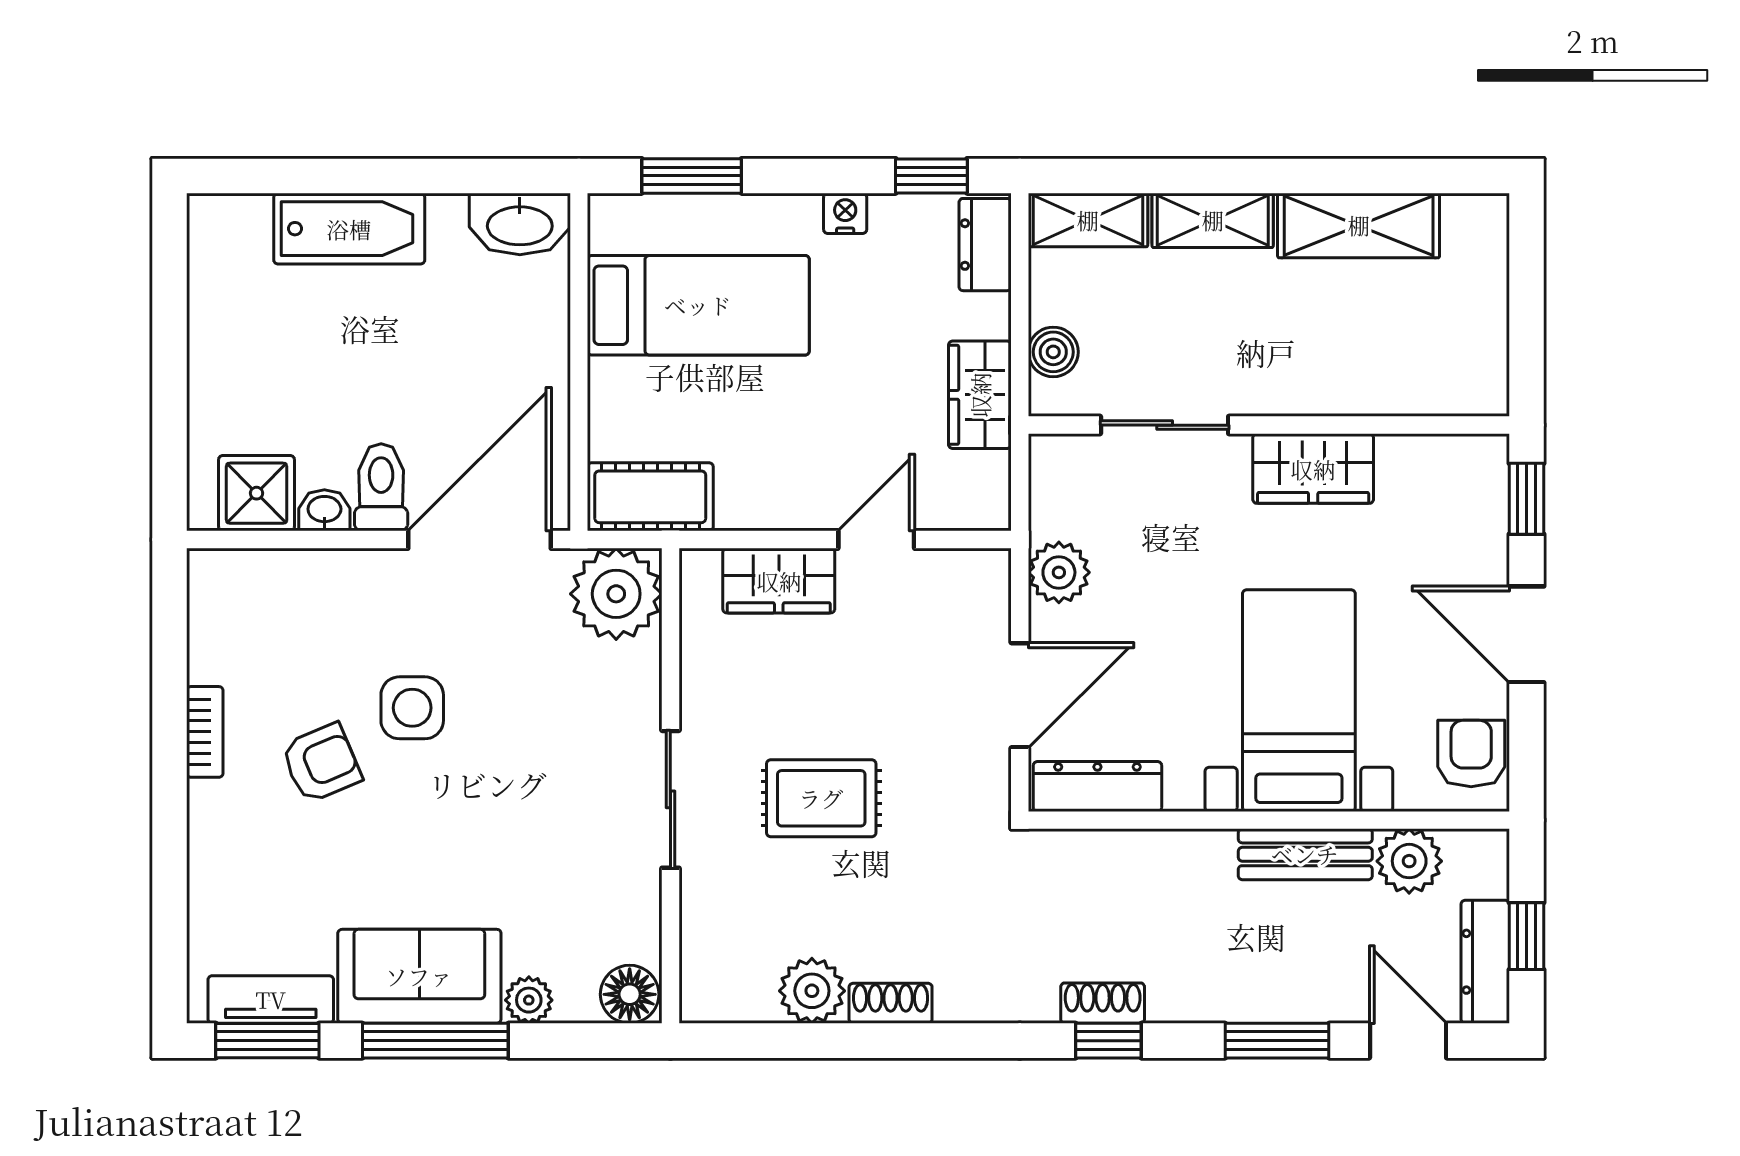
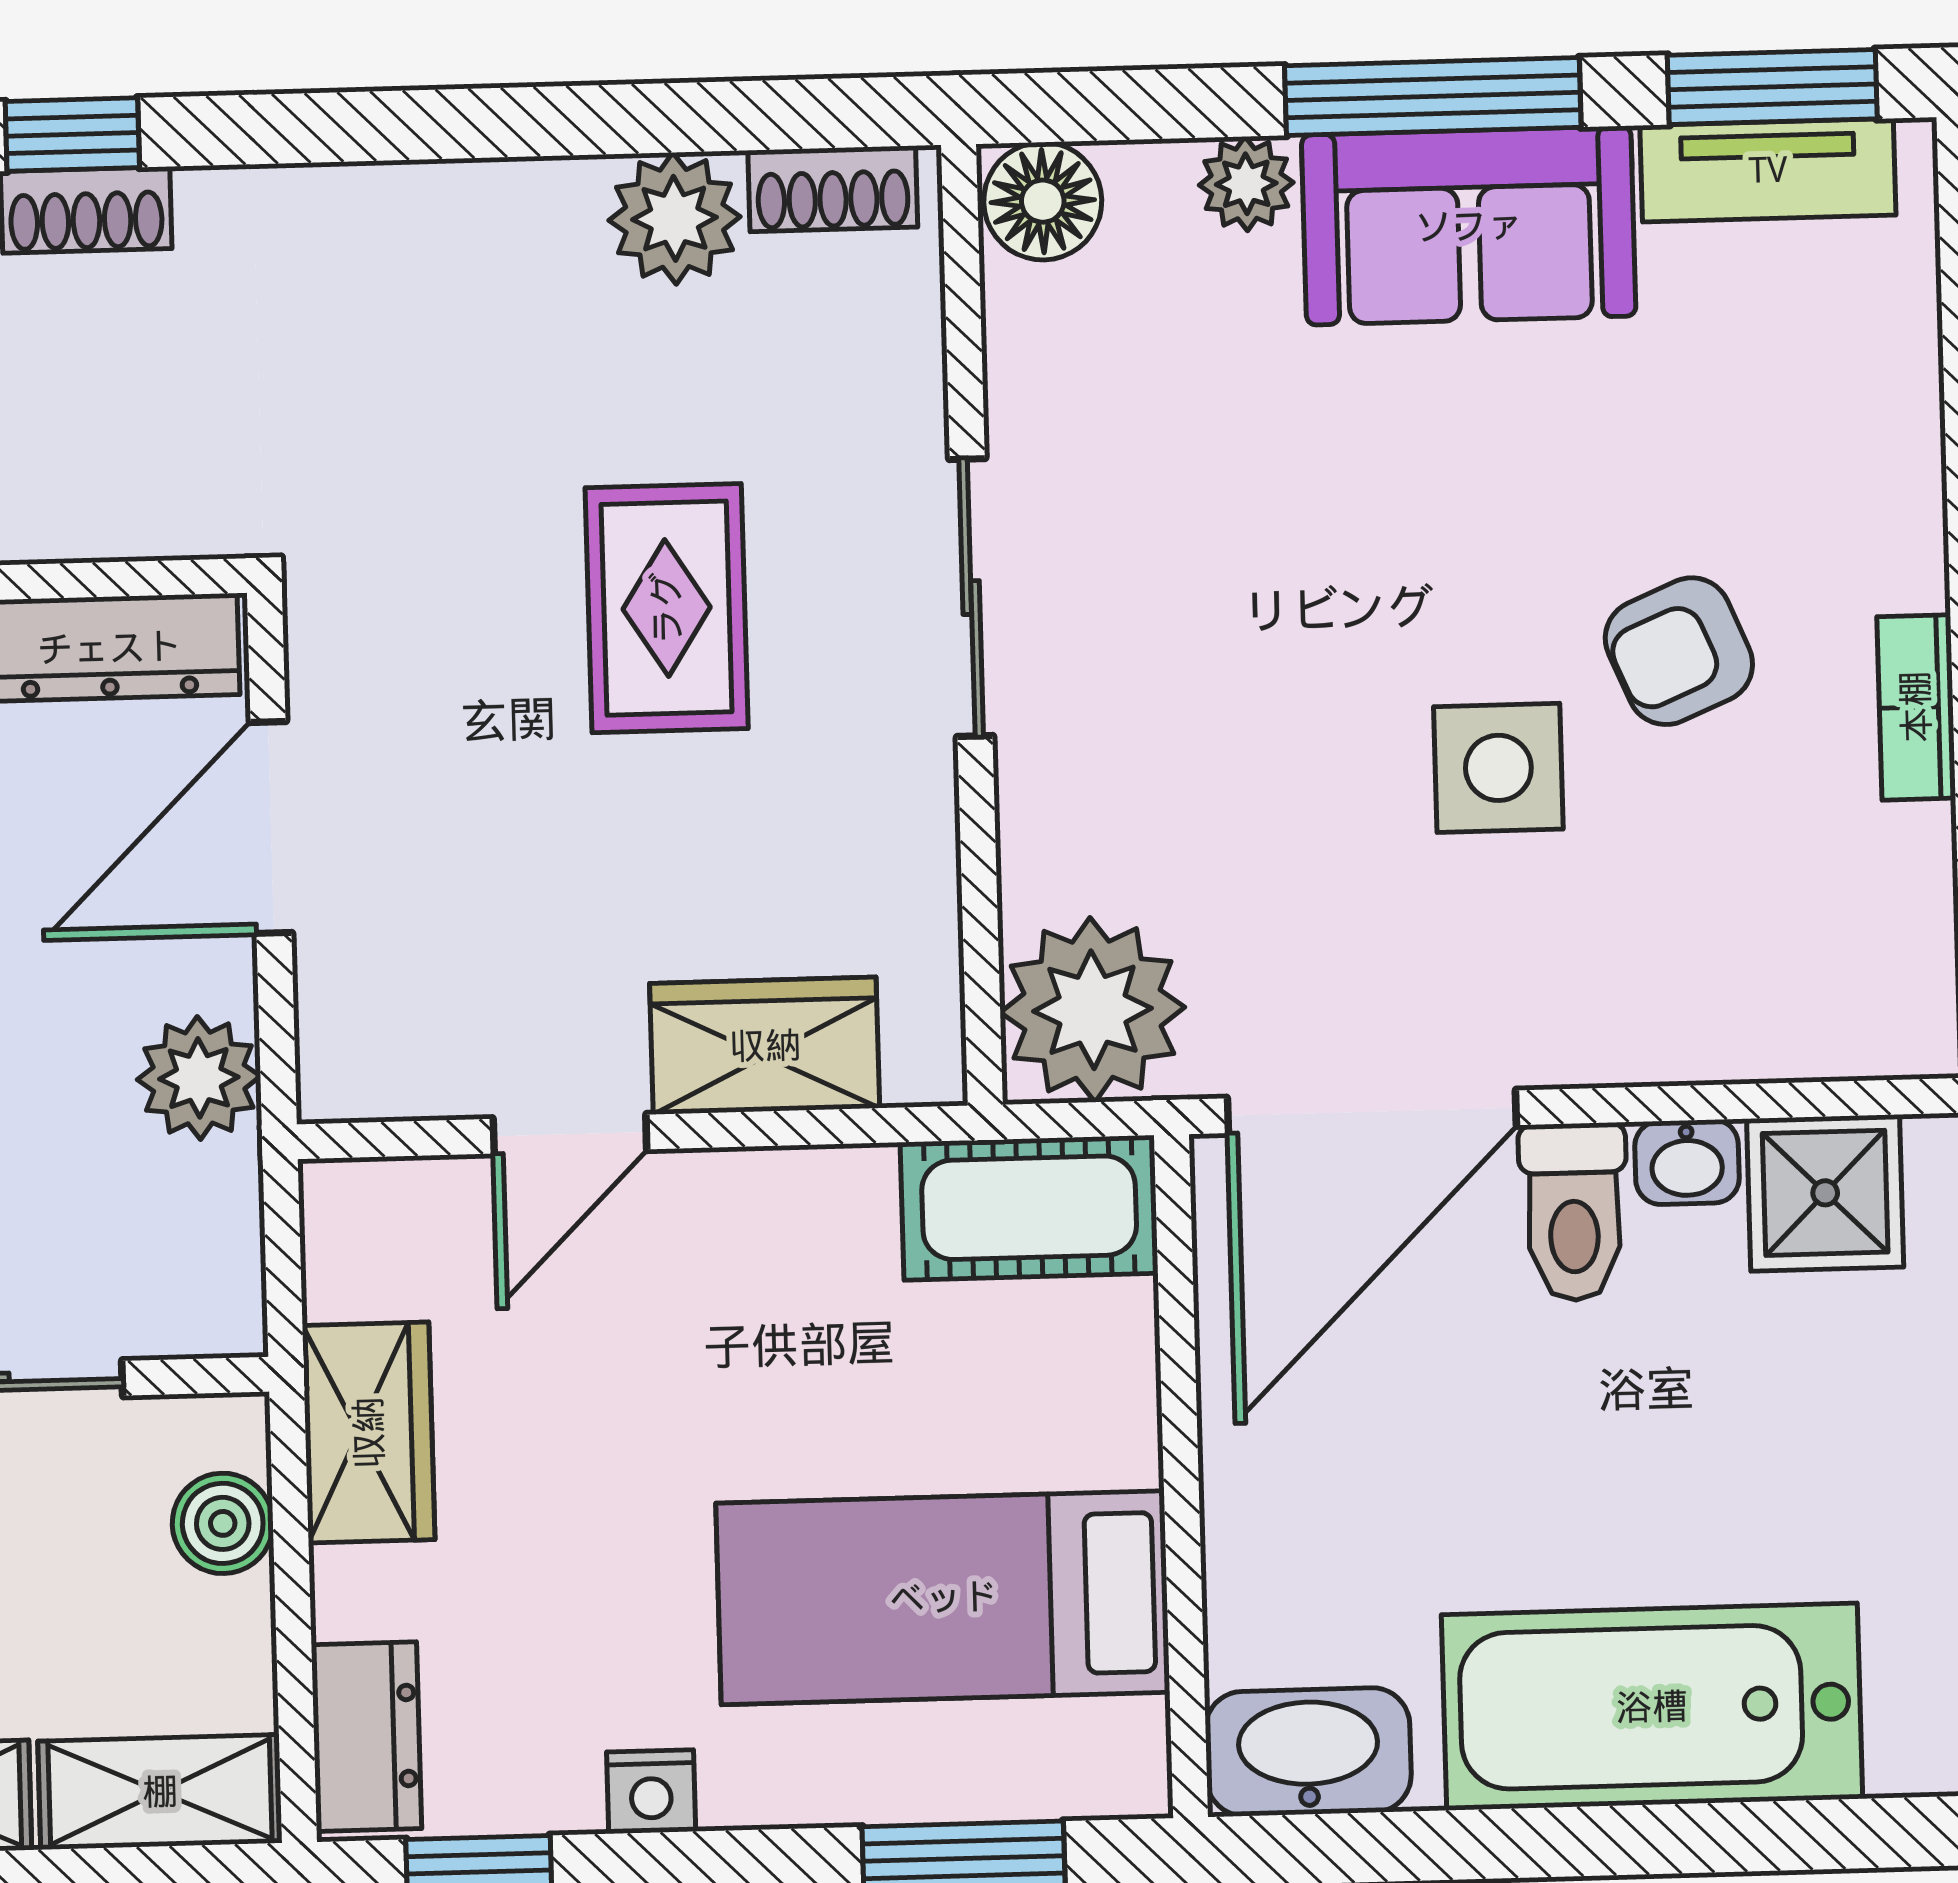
bathtub: (349, 229) -> (1652, 1707), width x1.36, depth x1.36
rug: (821, 798) -> (667, 608), turned 90
shoe rack: (891, 1003) -> (833, 189), moved

